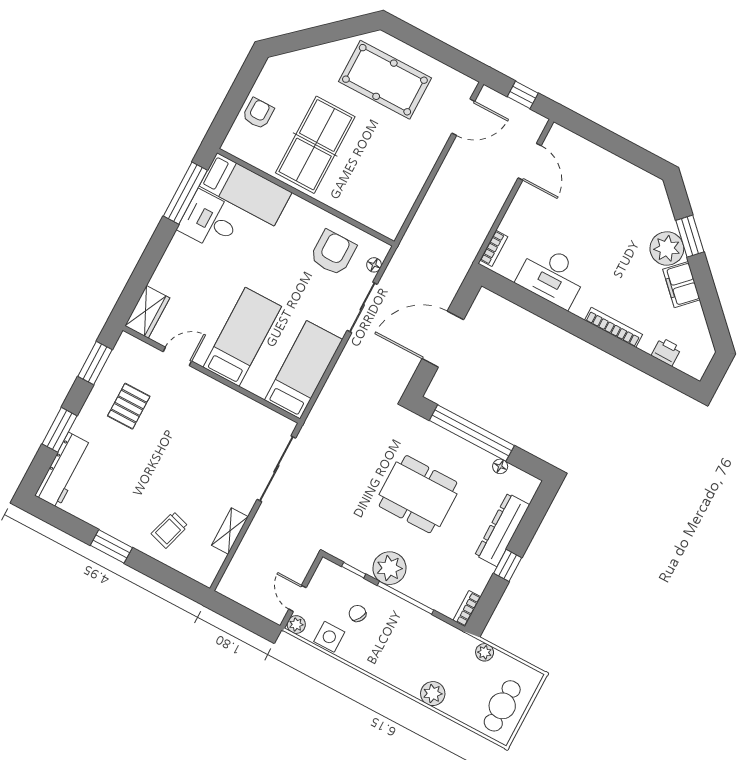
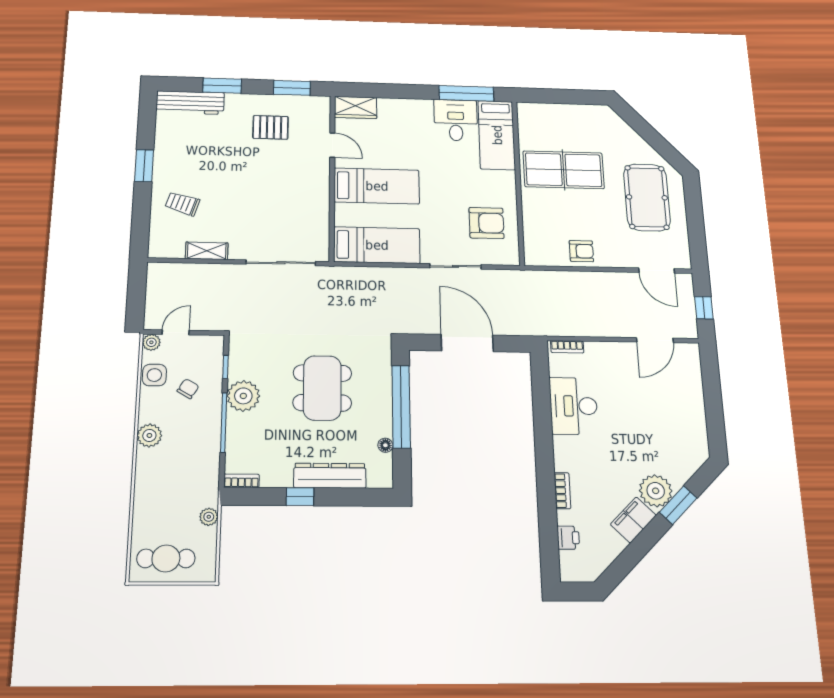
armchair: (258, 113) -> (581, 251), moved
floor lamp: (374, 265) -> (496, 259), removed
bookcase: (614, 327) -> (562, 491), width x0.64
plant: (433, 694) -> (149, 435), moved

